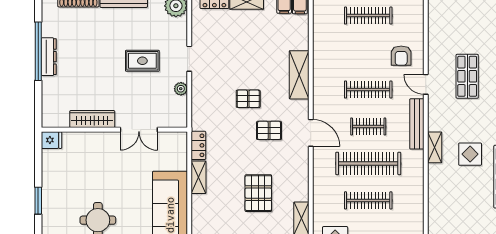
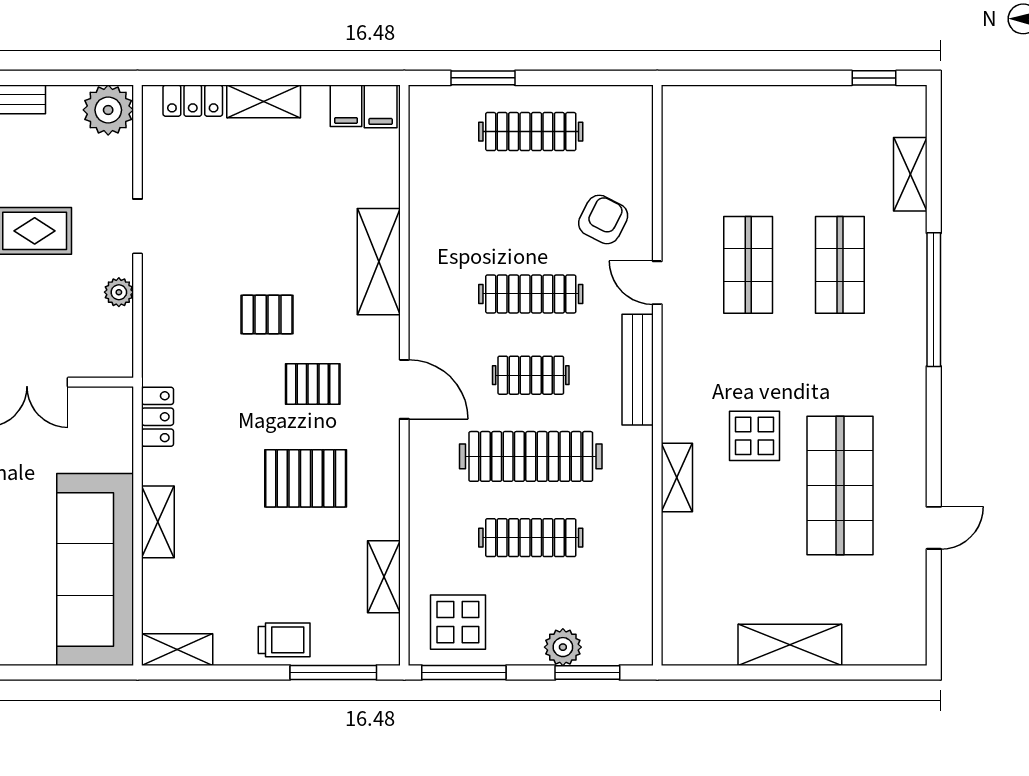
armchair: (401, 56) -> (603, 219), turned -153
shelving: (435, 147) -> (677, 478), moved
shelving: (199, 177) -> (158, 522), moved
pallet: (258, 193) -> (306, 478), moved, turned 90

